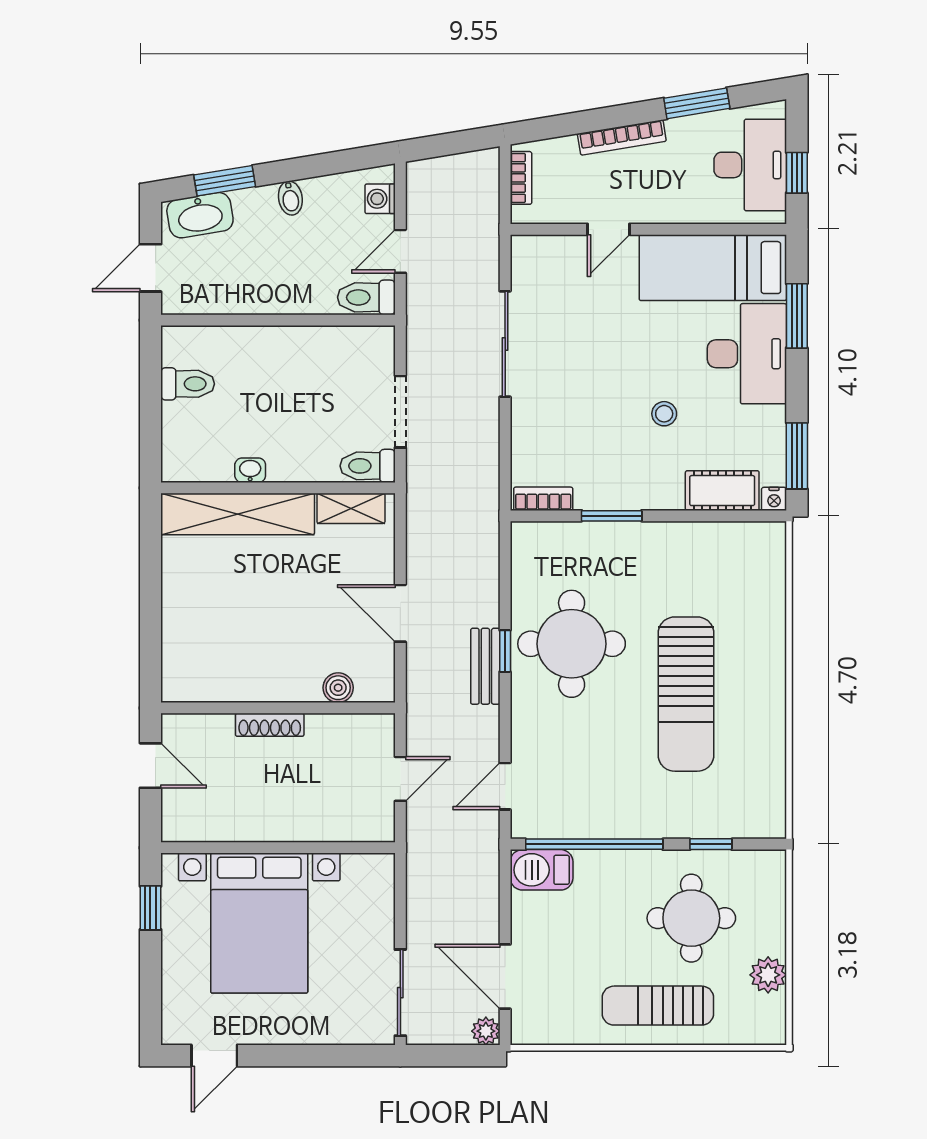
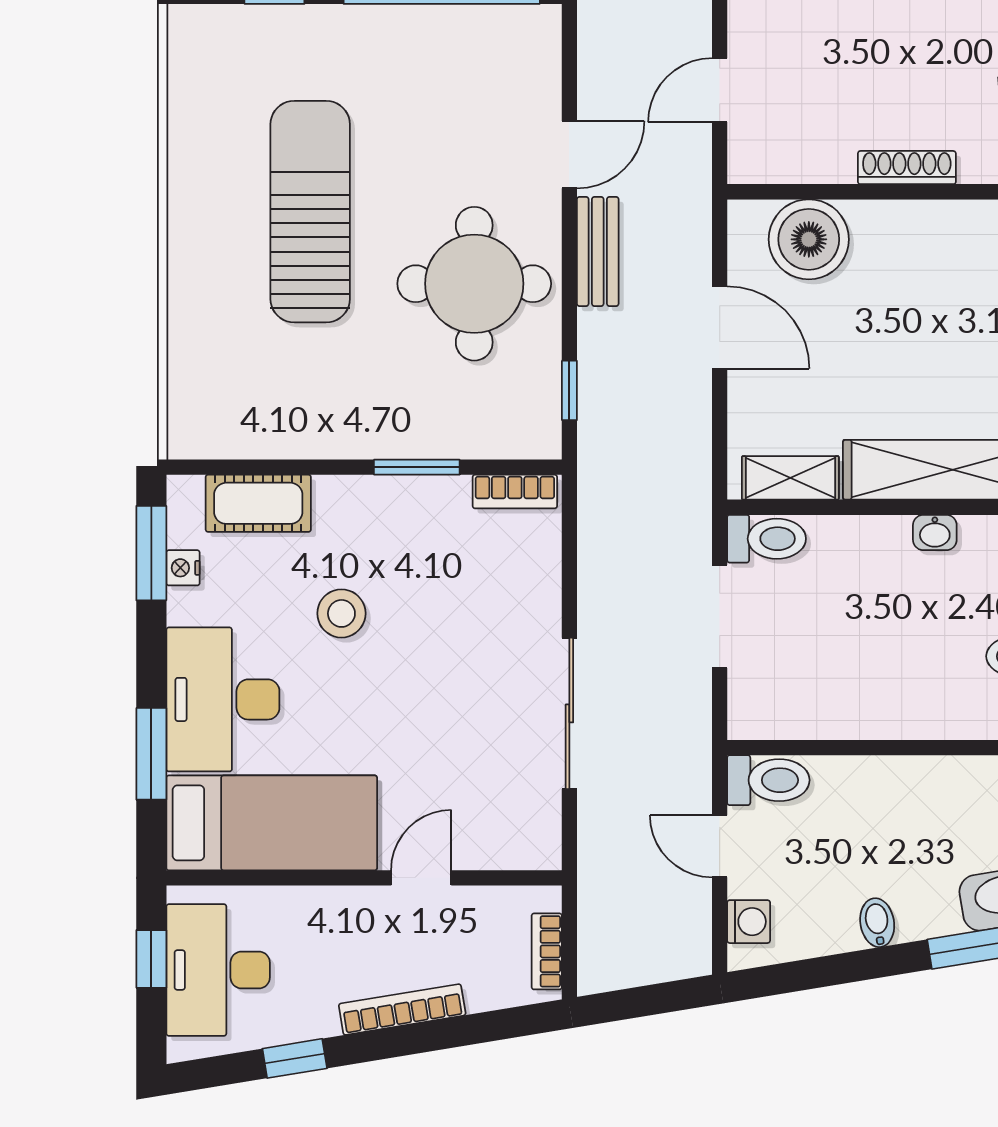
window: (697, 103) -> (295, 1058), width x0.67
door: (400, 251) -> (720, 846), swing flipped
stool: (664, 414) -> (341, 613), width x1.37, depth x1.37
nightstand: (774, 499) -> (183, 568), moved, turned -90
window: (505, 651) -> (569, 390), moved
boiler: (338, 688) -> (809, 239), width x1.86, depth x1.86
door: (505, 786) -> (569, 155), moved

